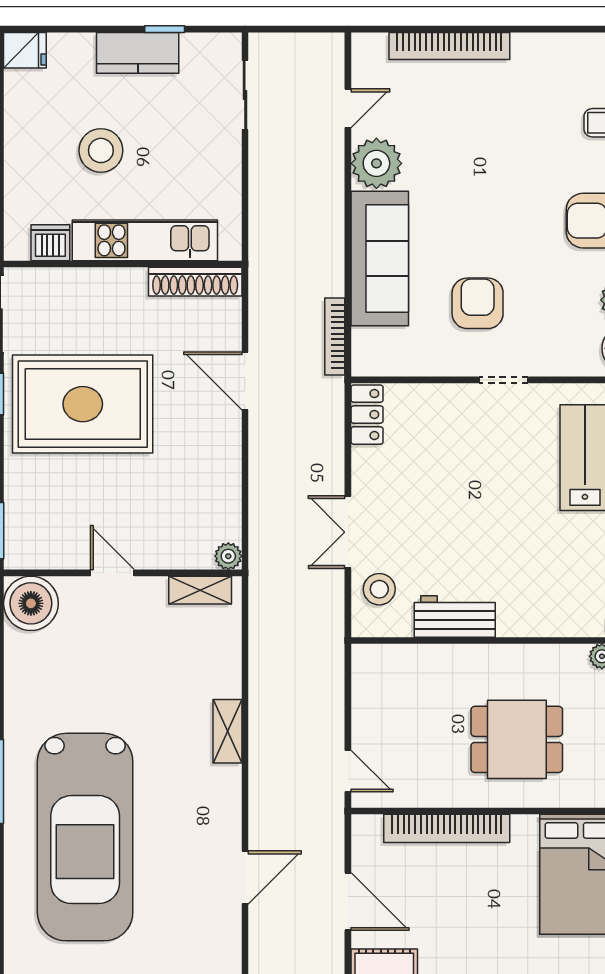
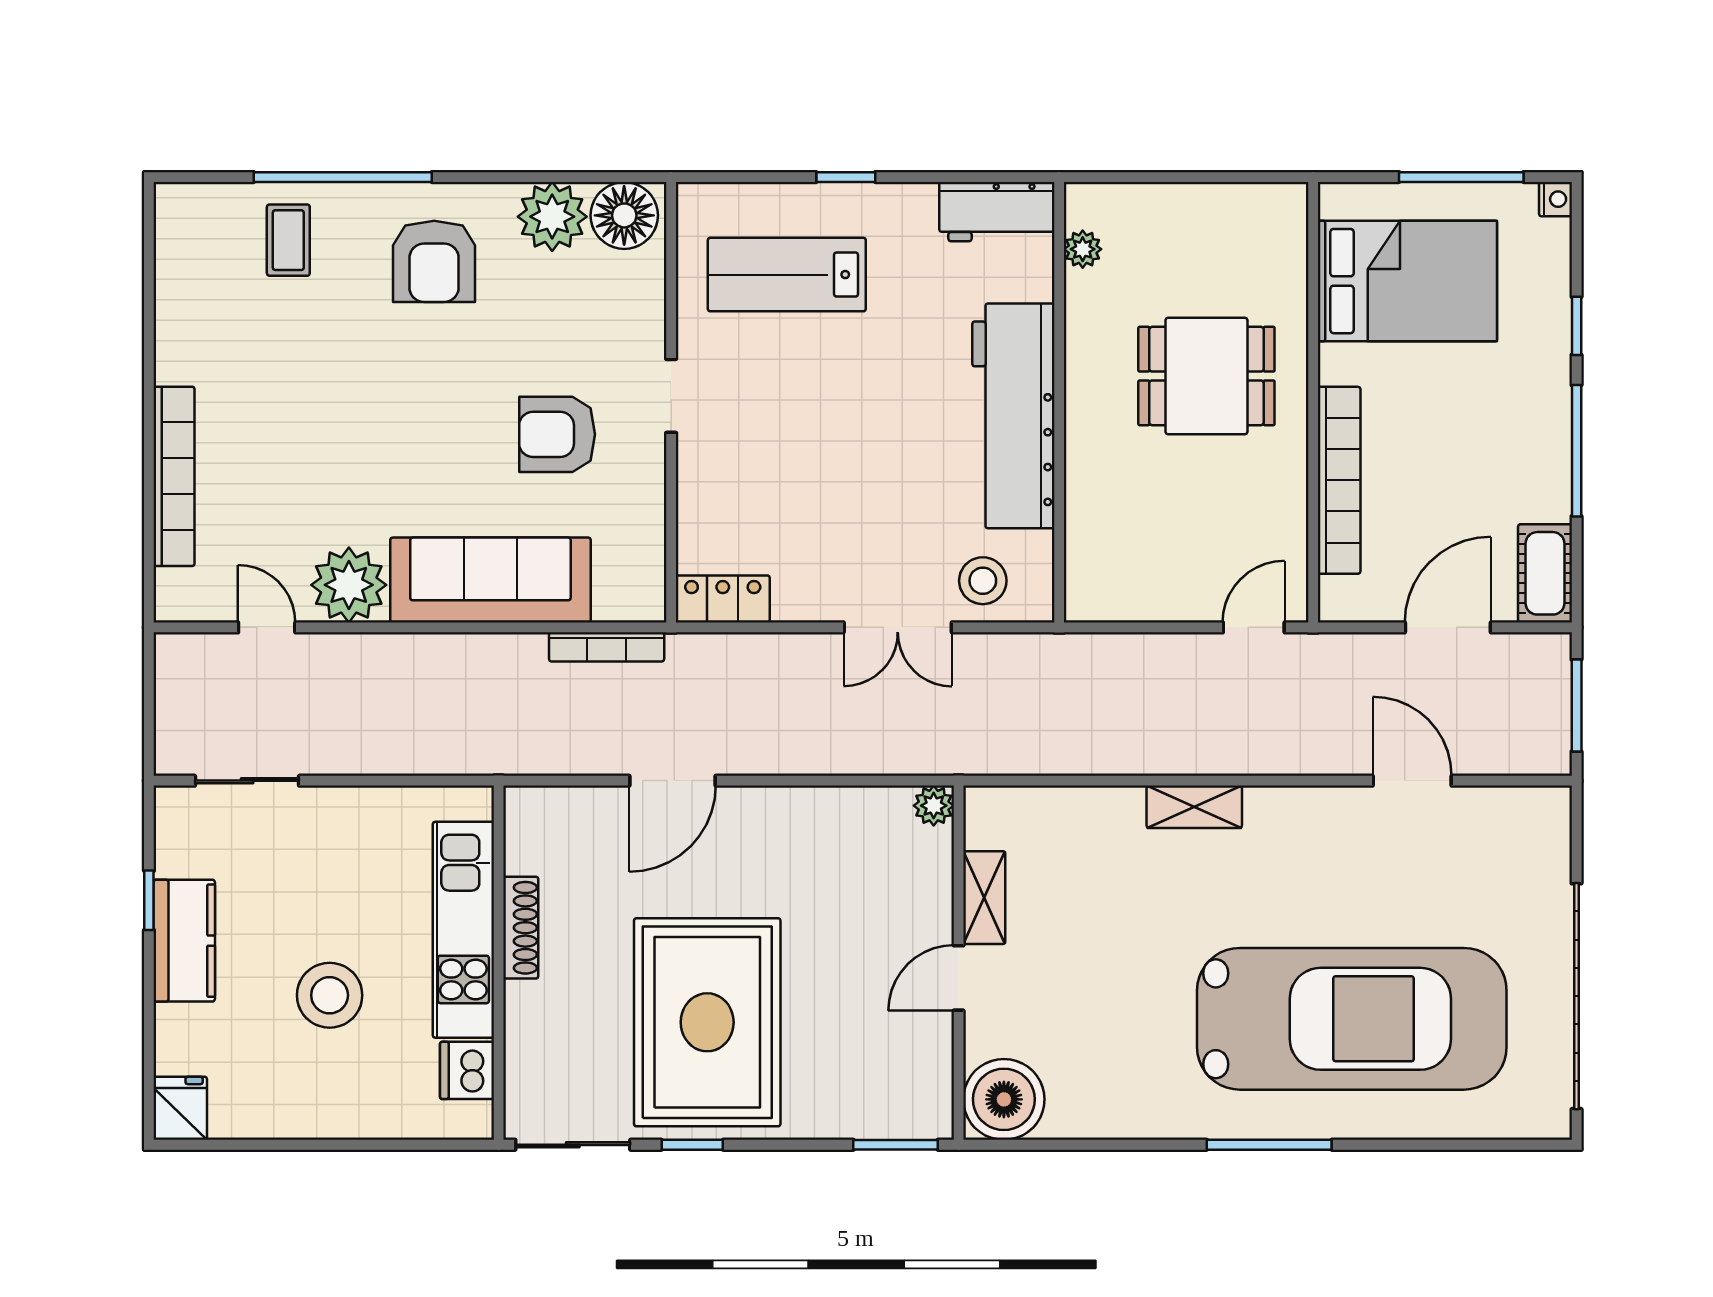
shoe rack: (195, 282) -> (521, 928), moved, width x0.74, depth x0.81
shelving: (200, 590) -> (984, 898), moved
workbench: (455, 616) -> (1013, 416), width x1.88, depth x1.32
dining table: (517, 739) -> (1206, 376), turned 90

